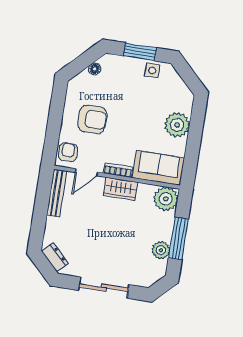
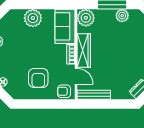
armchair: (92, 119) -> (38, 78), turned 180
wardrobe: (121, 189) -> (84, 51), width x1.50

